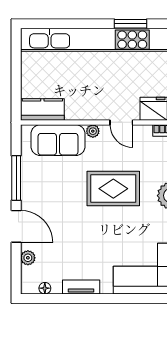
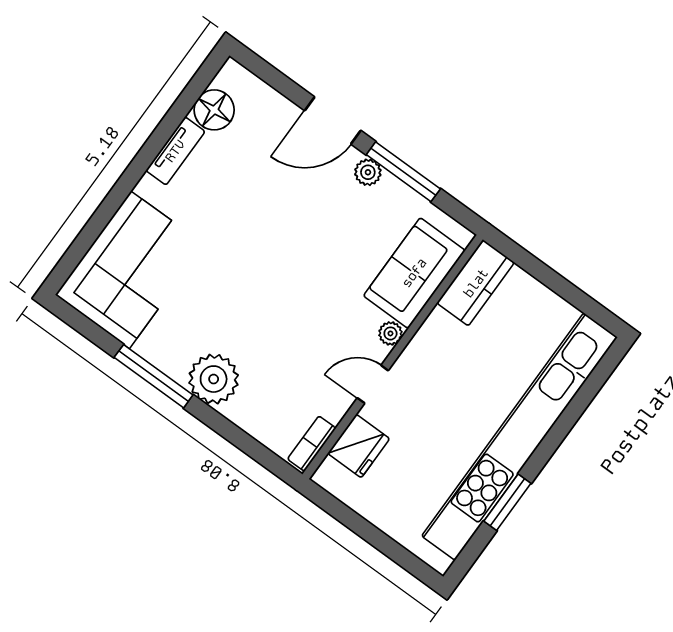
rug: (113, 189) -> (285, 302), removed
plant: (28, 258) -> (368, 172), moved
floor lamp: (45, 288) -> (214, 110), width x1.89, depth x1.89

